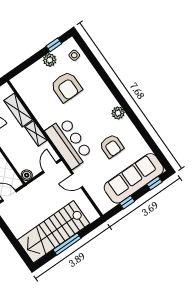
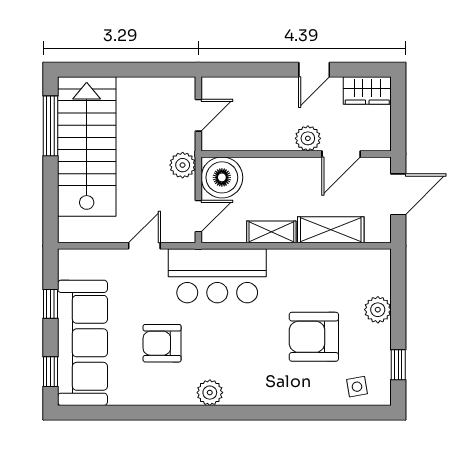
plant: (50, 60) -> (378, 310), moved
door: (50, 167) -> (198, 216), hinge flipped
boiler: (27, 175) -> (222, 177), width x1.86, depth x1.86
plant: (34, 188) -> (183, 165), added
window: (67, 244) -> (50, 126), moved

